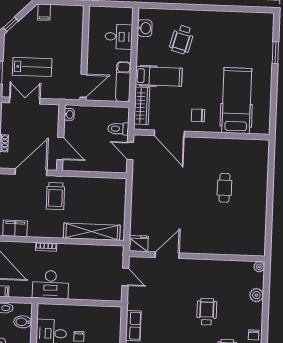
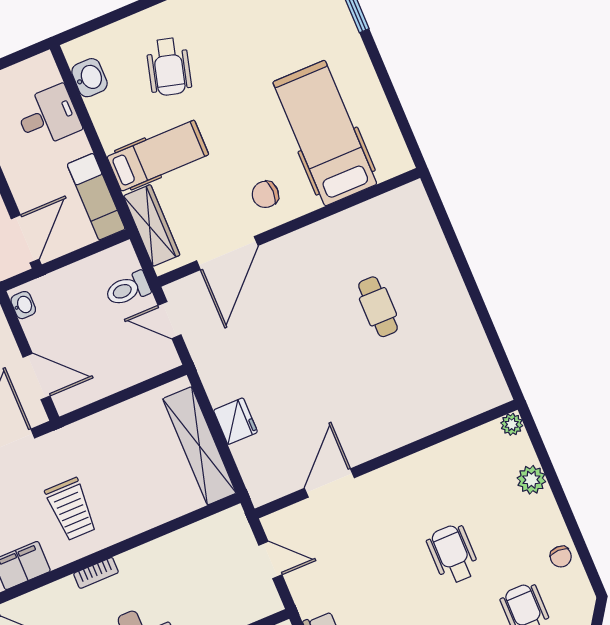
door: (169, 133) -> (227, 253), hinge flipped
trolley: (55, 196) -> (71, 509), moved
shelving: (92, 232) -> (199, 446), moved, turned 90
fridge: (139, 244) -> (236, 421), moved, turned 90

